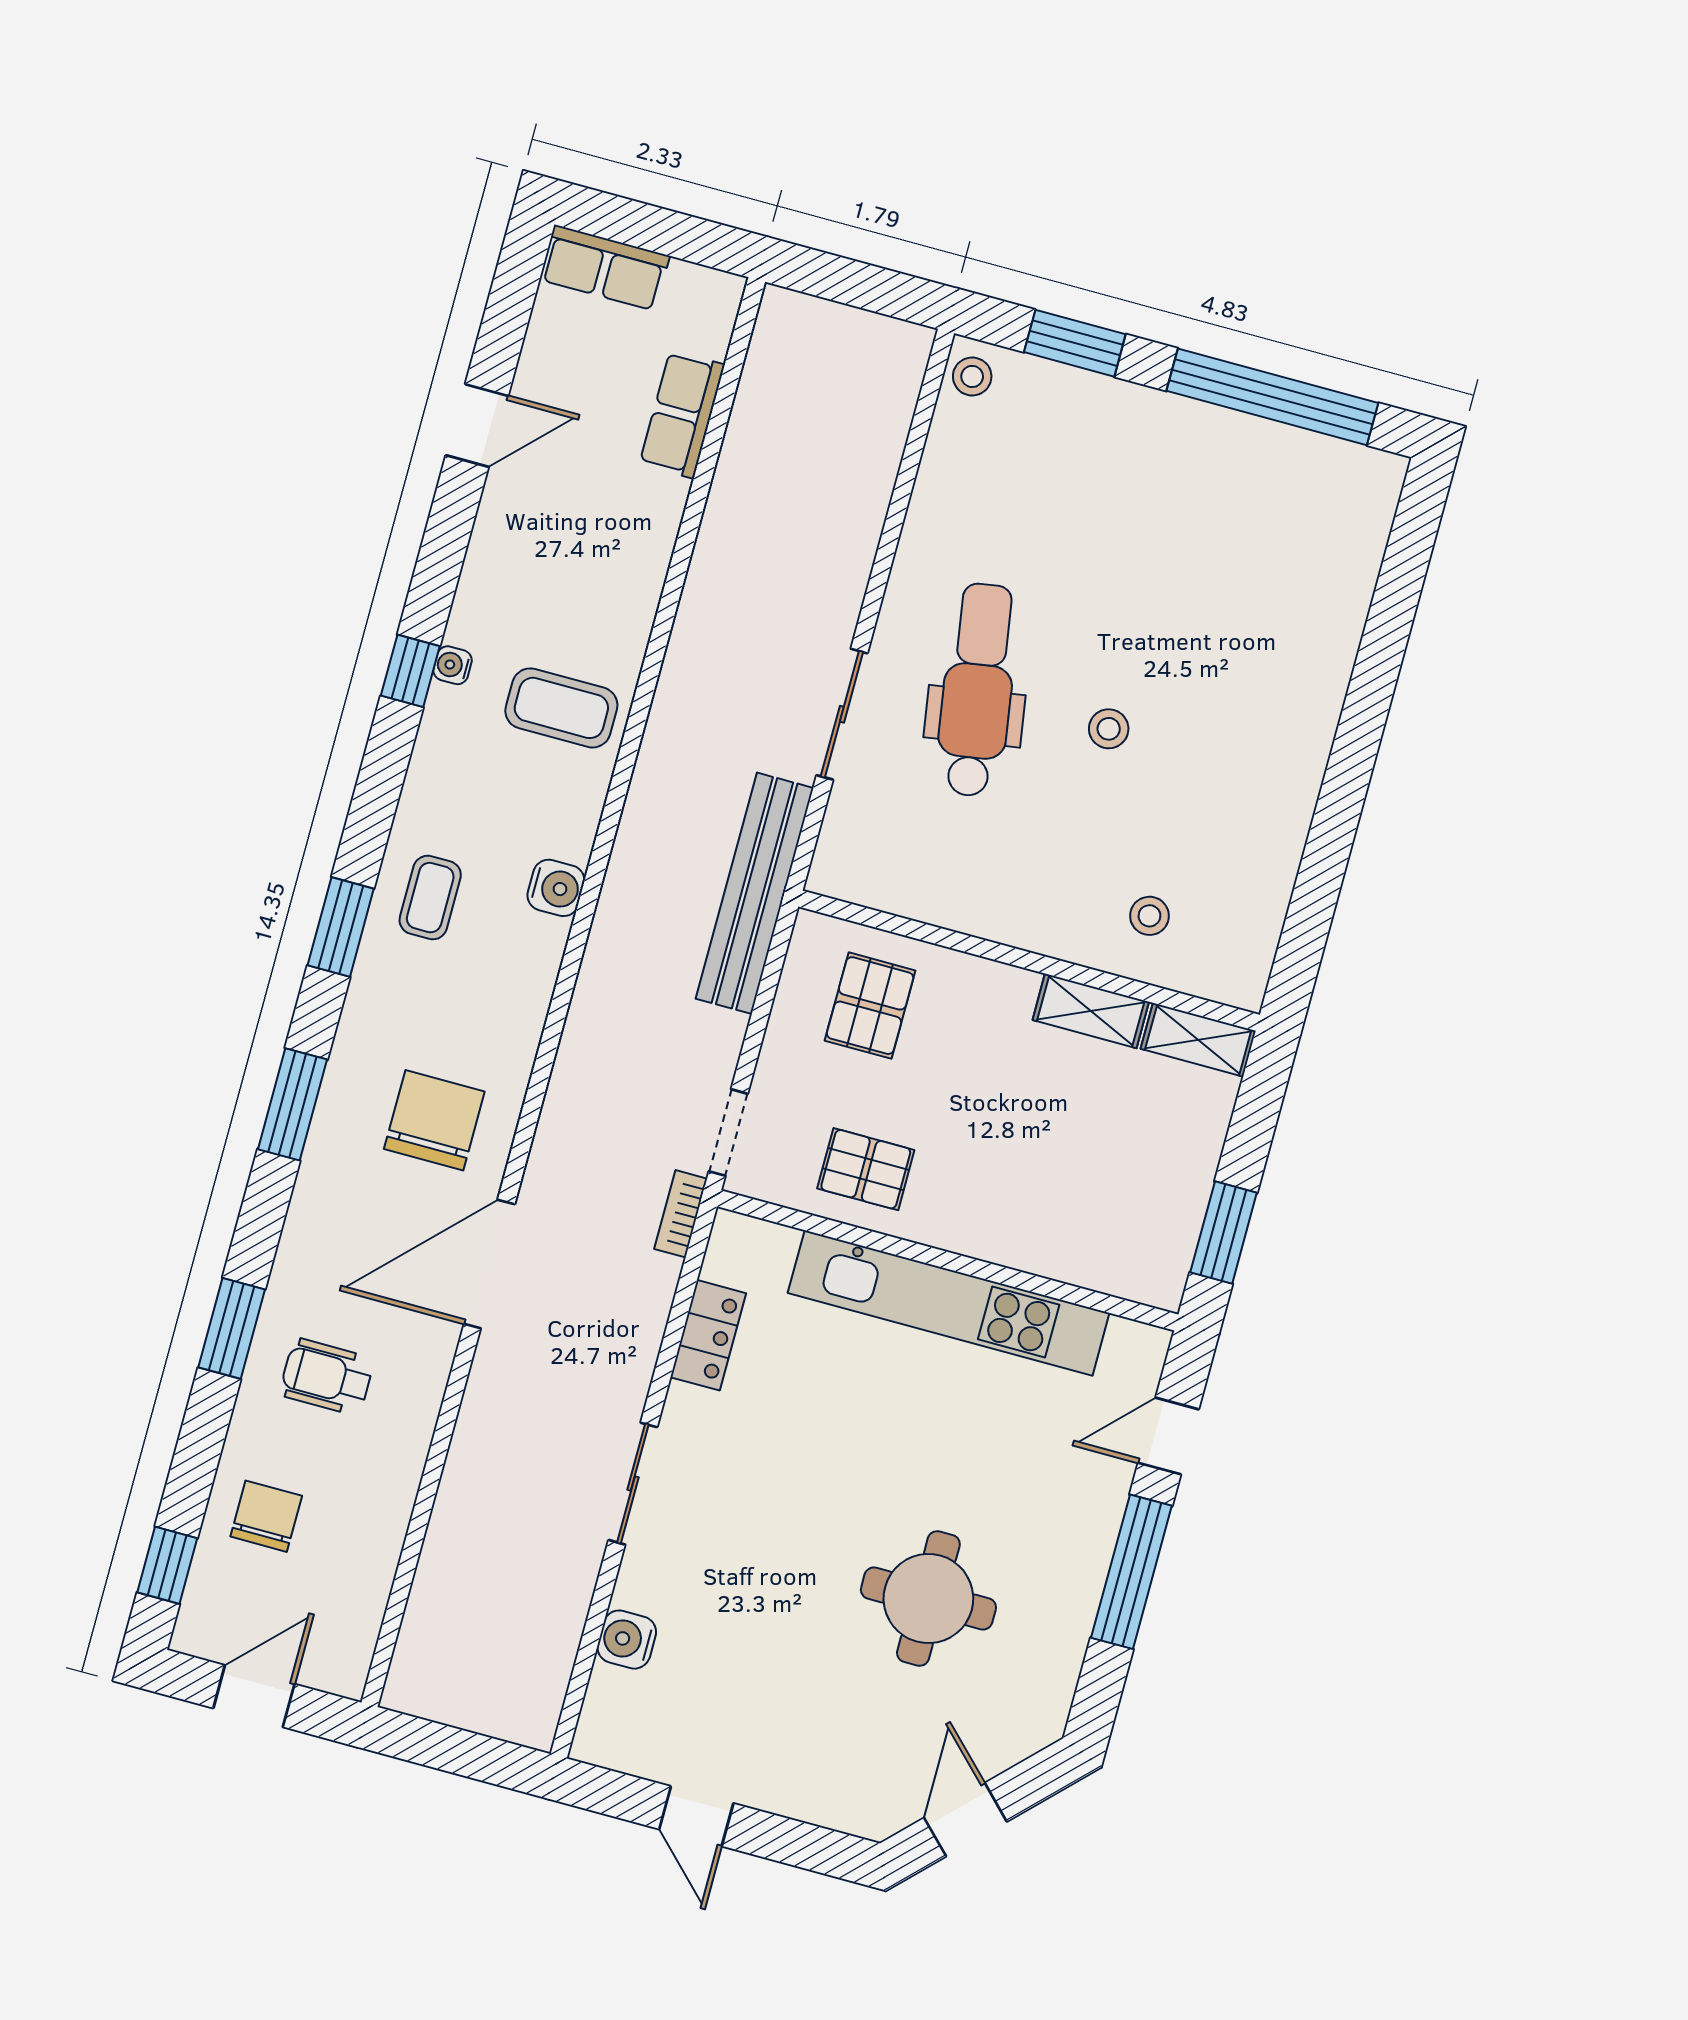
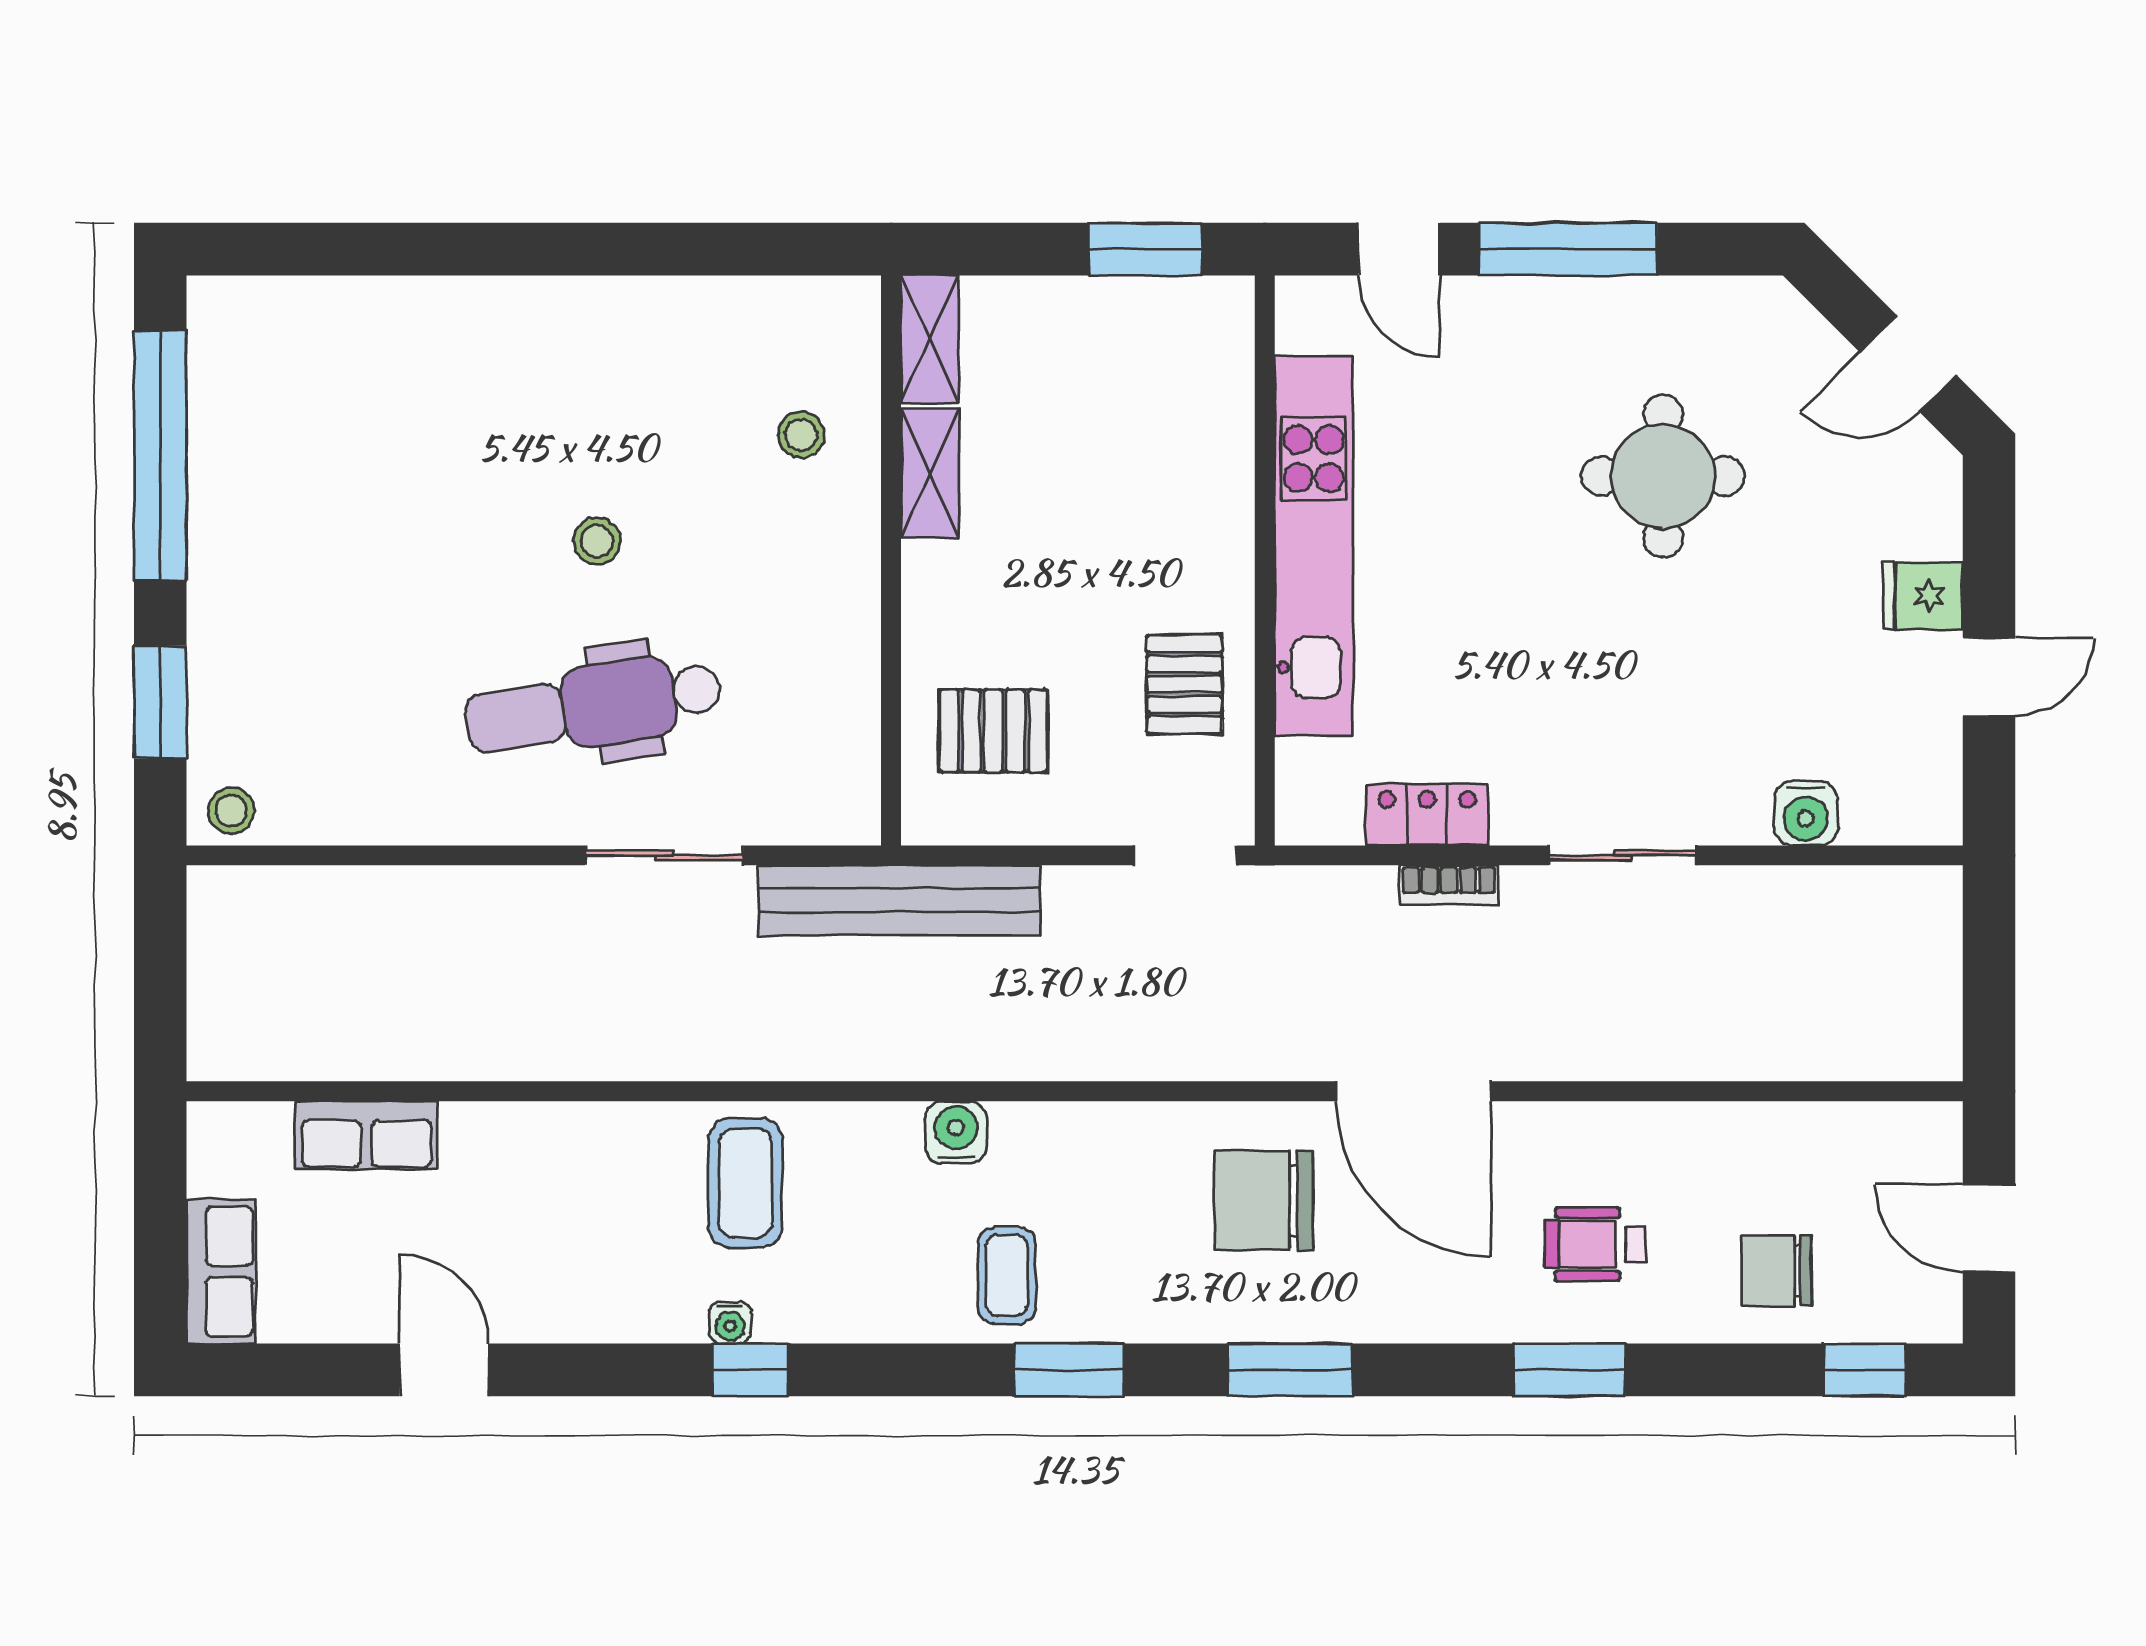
coffee table: (430, 898) -> (1007, 1275), turned 90
bookcase: (681, 1214) -> (1449, 885), moved
wheelchair: (327, 1377) -> (1595, 1244), turned 90
fridge: (776, 1781) -> (1923, 596), added

